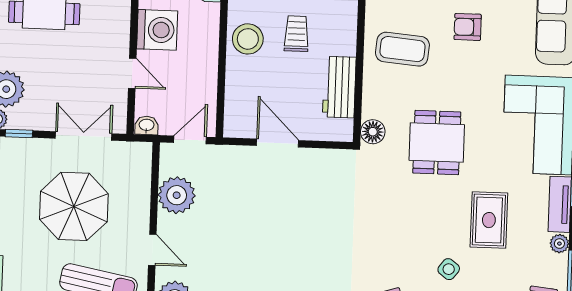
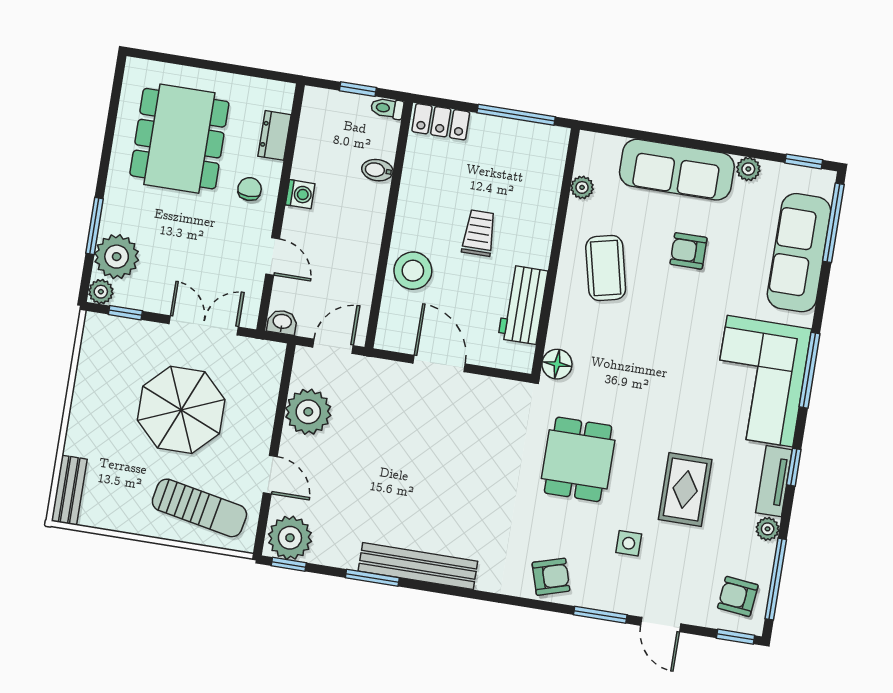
chair: (107, 21) -> (250, 189), added
washing machine: (157, 30) -> (300, 194), width x0.53, depth x0.53
stool: (248, 39) -> (413, 271), moved
coffee table: (402, 49) -> (606, 268), turned 72
dining table: (437, 143) -> (578, 459), moved
side table: (449, 269) -> (629, 543), turned -37

